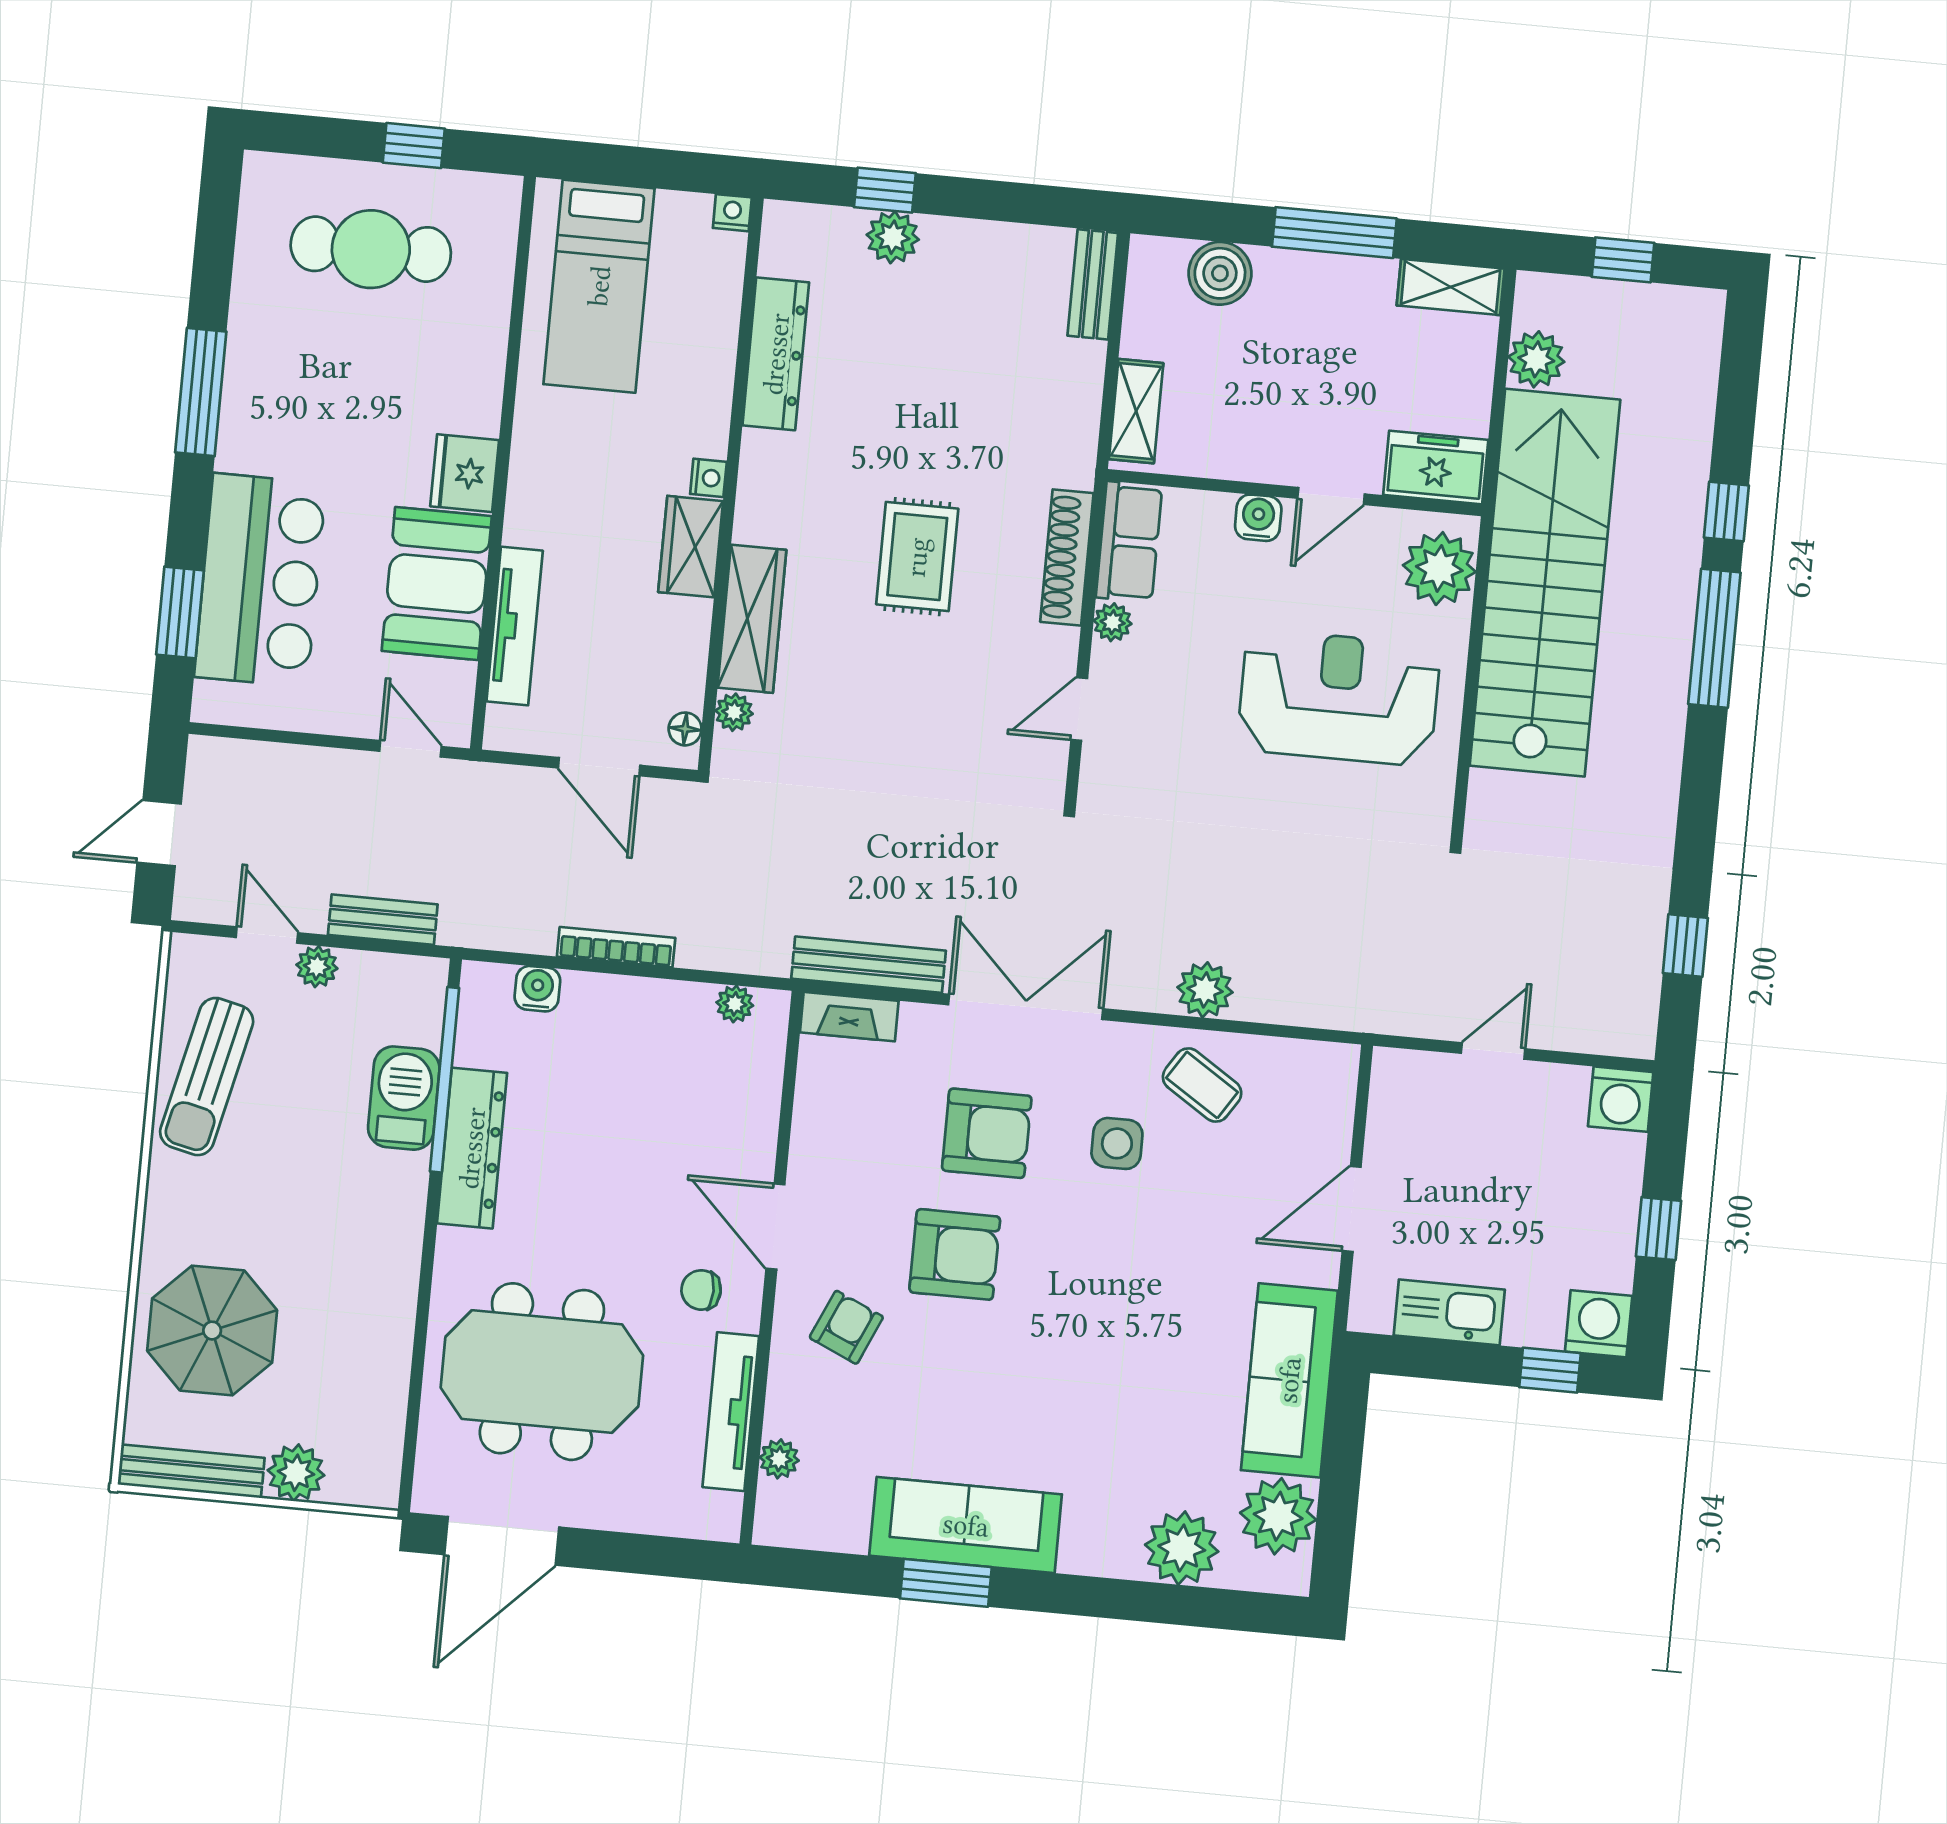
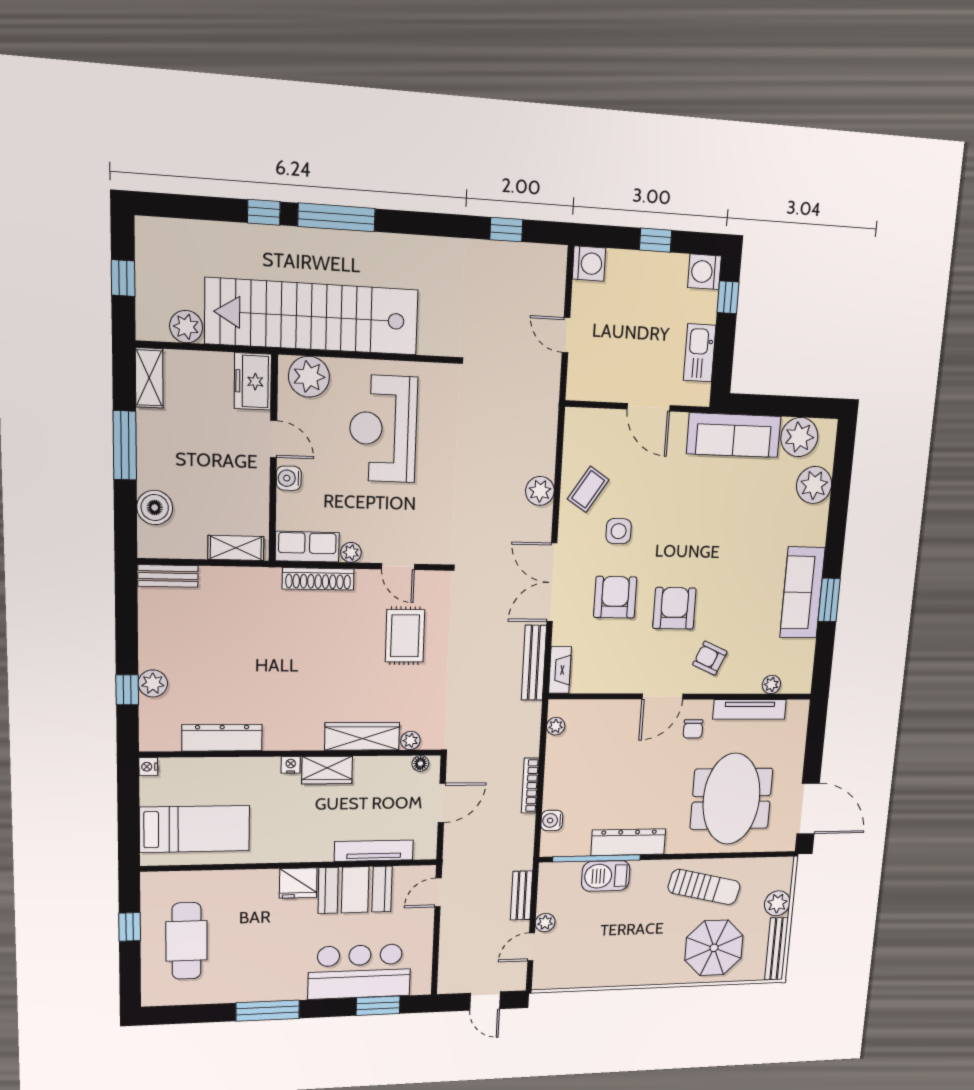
rug: (917, 557) -> (405, 636), moved, turned 90
sun lounger: (207, 1077) -> (704, 887), moved

